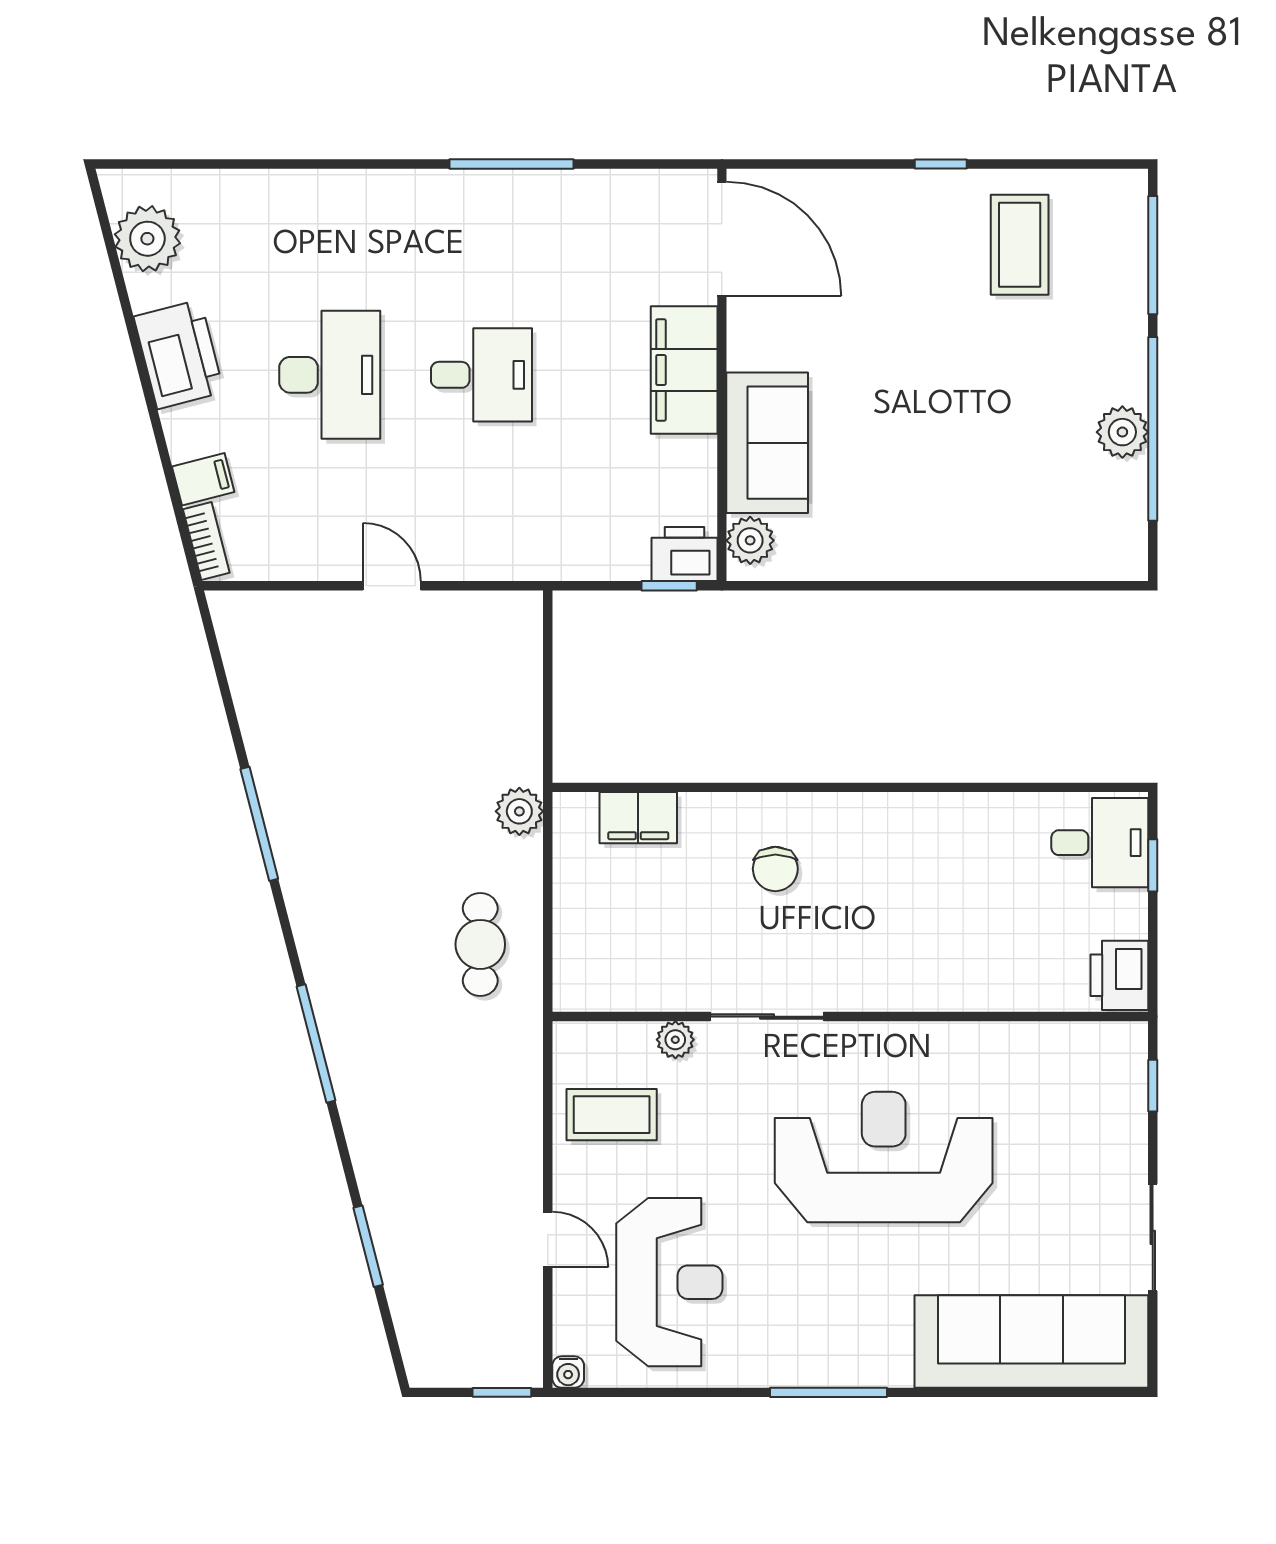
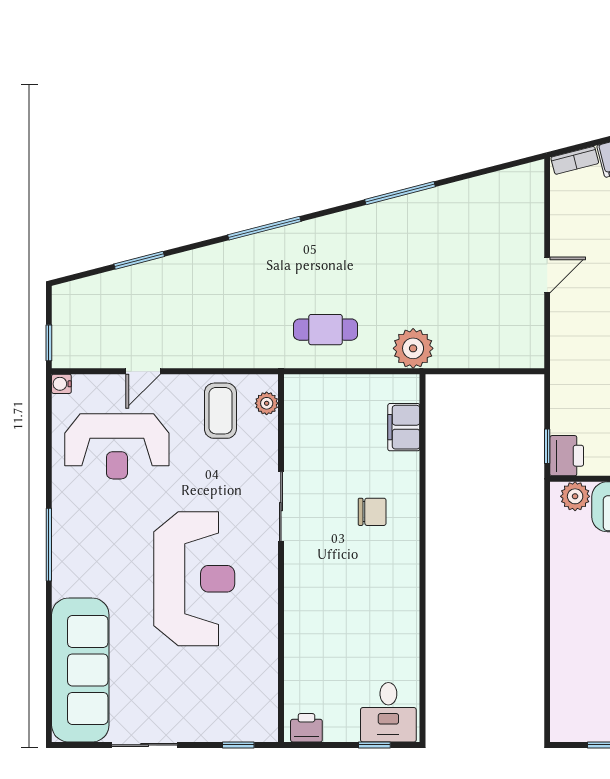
plant: (519, 811) -> (413, 348), width x1.36, depth x1.36
chair: (775, 869) -> (372, 512), turned 180
printer: (1119, 975) -> (306, 728), width x0.73, depth x0.81
plant: (675, 1040) -> (267, 403), moved

